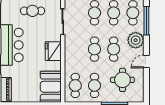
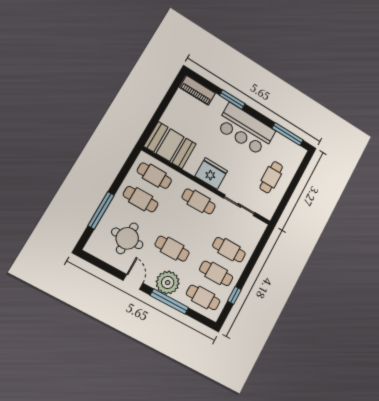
window: (146, 21) -> (169, 301), moved
cafe table: (94, 49) -> (199, 201), moved

